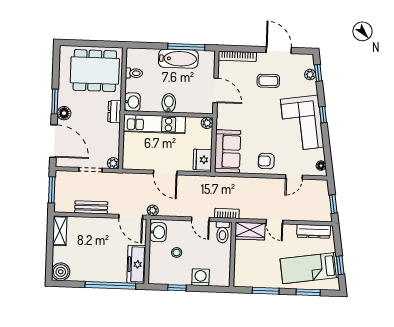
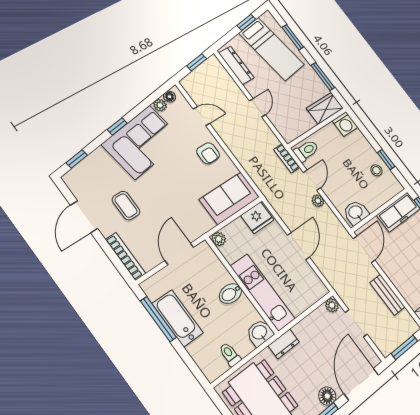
plant: (310, 75) -> (160, 105), moved
plant: (153, 210) -> (318, 201), moved
wardrobe: (250, 231) -> (325, 108), moved, turned -90
stool: (177, 252) -> (376, 170), moved
washing machine: (201, 277) -> (345, 124), moved, turned -90

